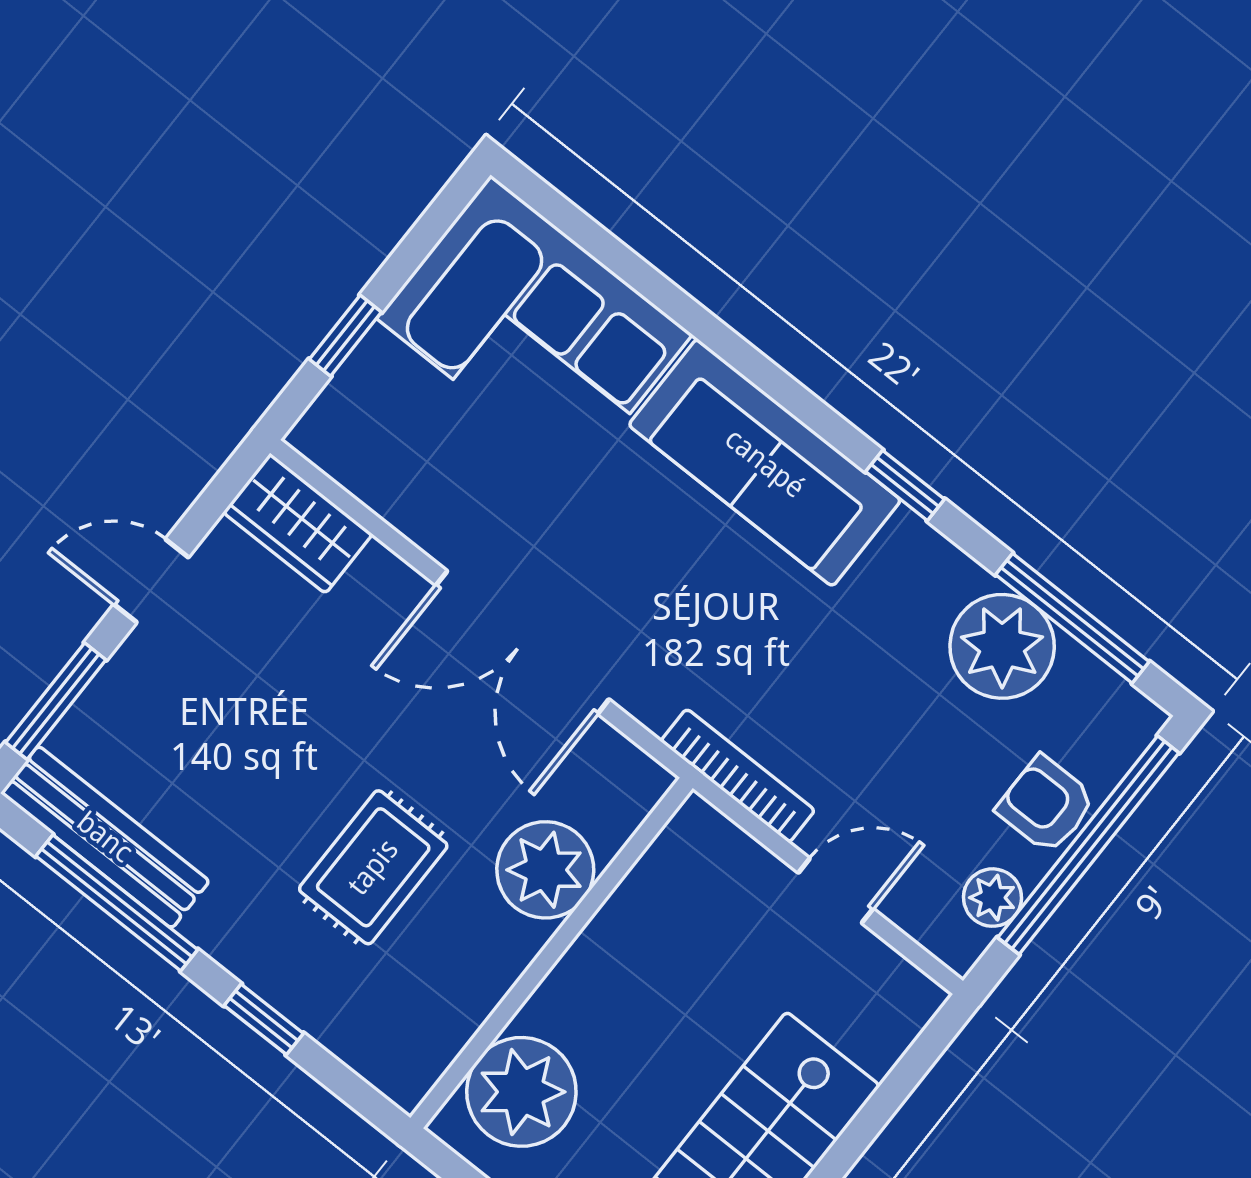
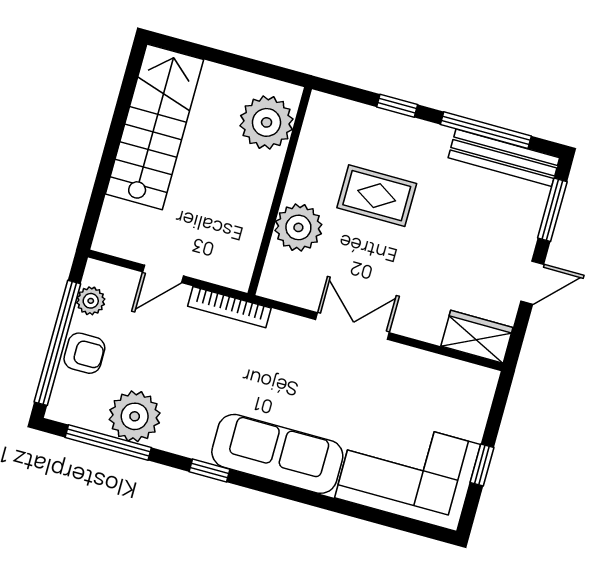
window: (345, 336) -> (482, 465), moved
double door: (522, 642) -> (352, 326), width x0.73
rug: (373, 867) -> (377, 196), turned 90

